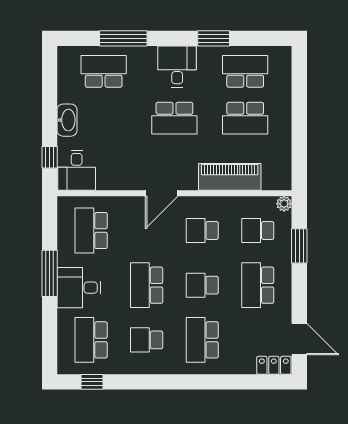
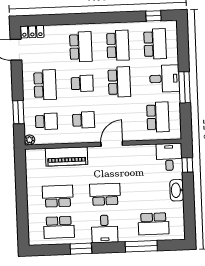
school desk: (147, 340) -> (118, 45), width x1.85

